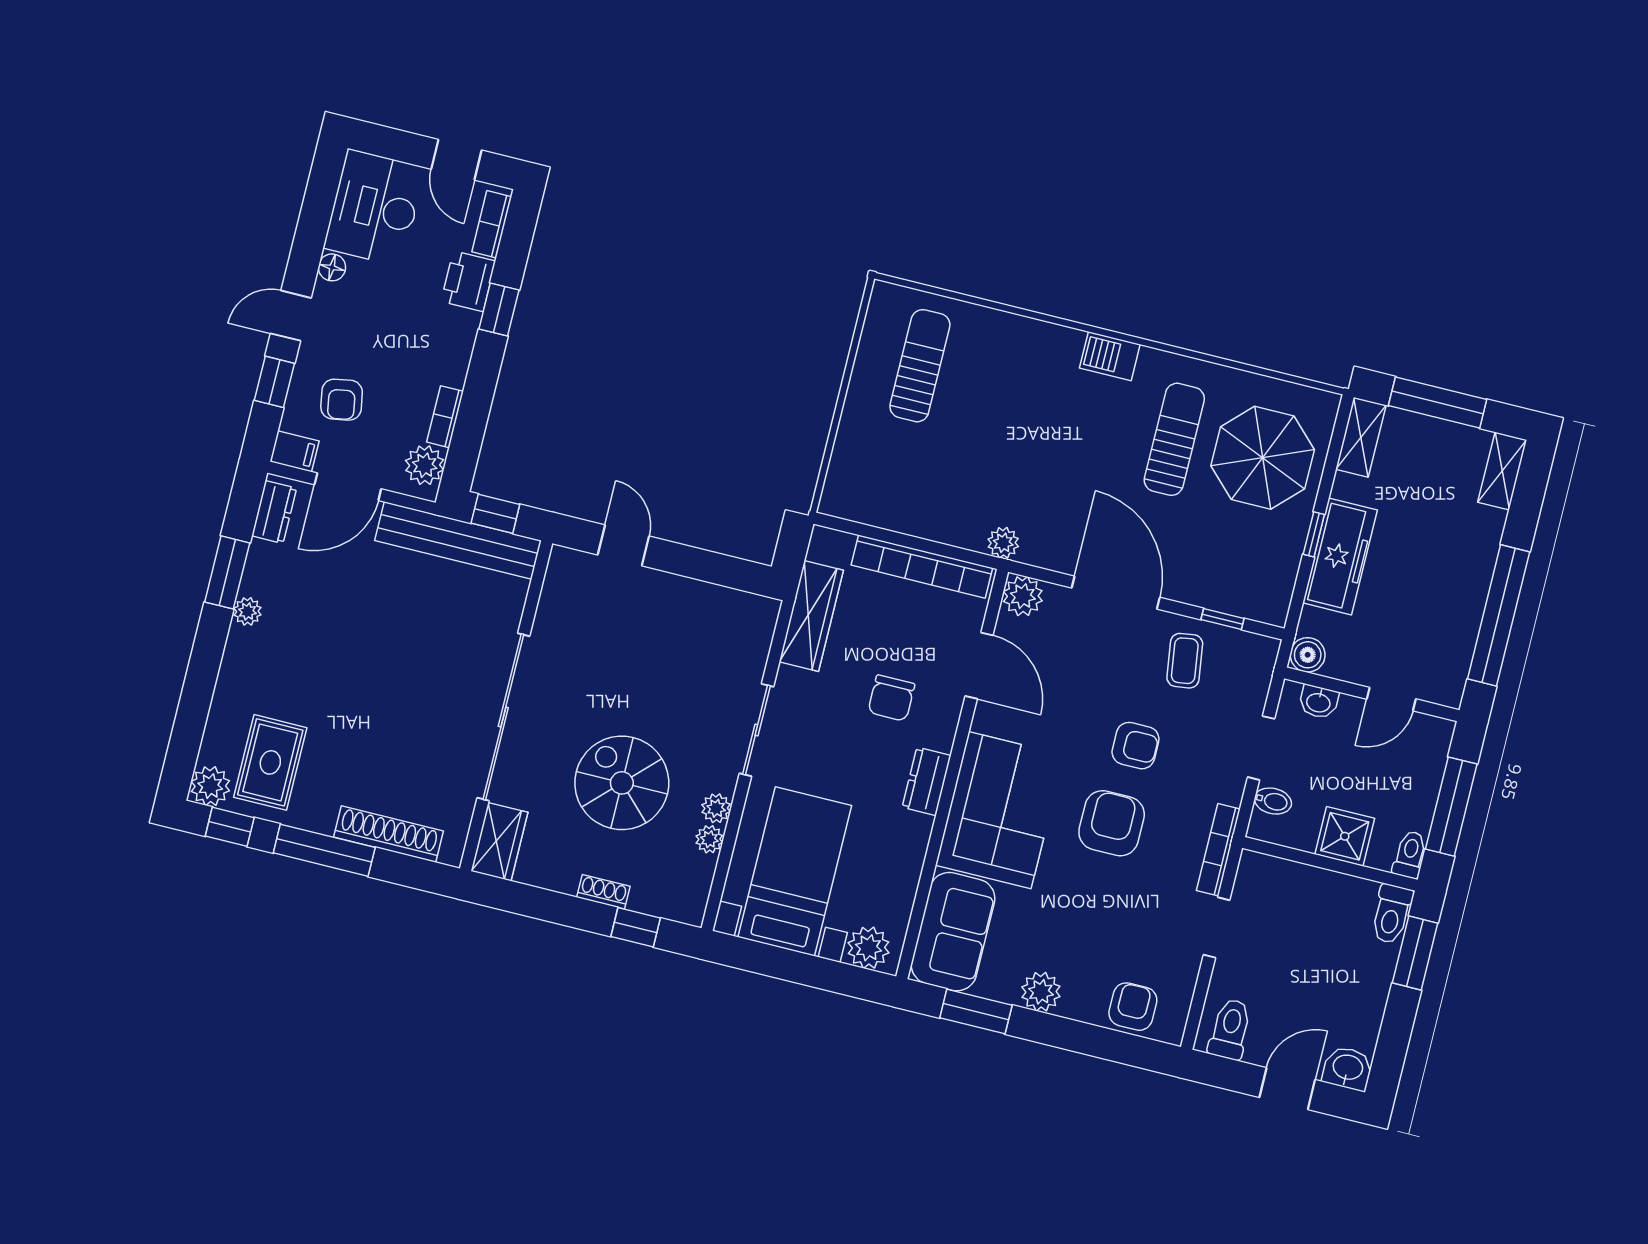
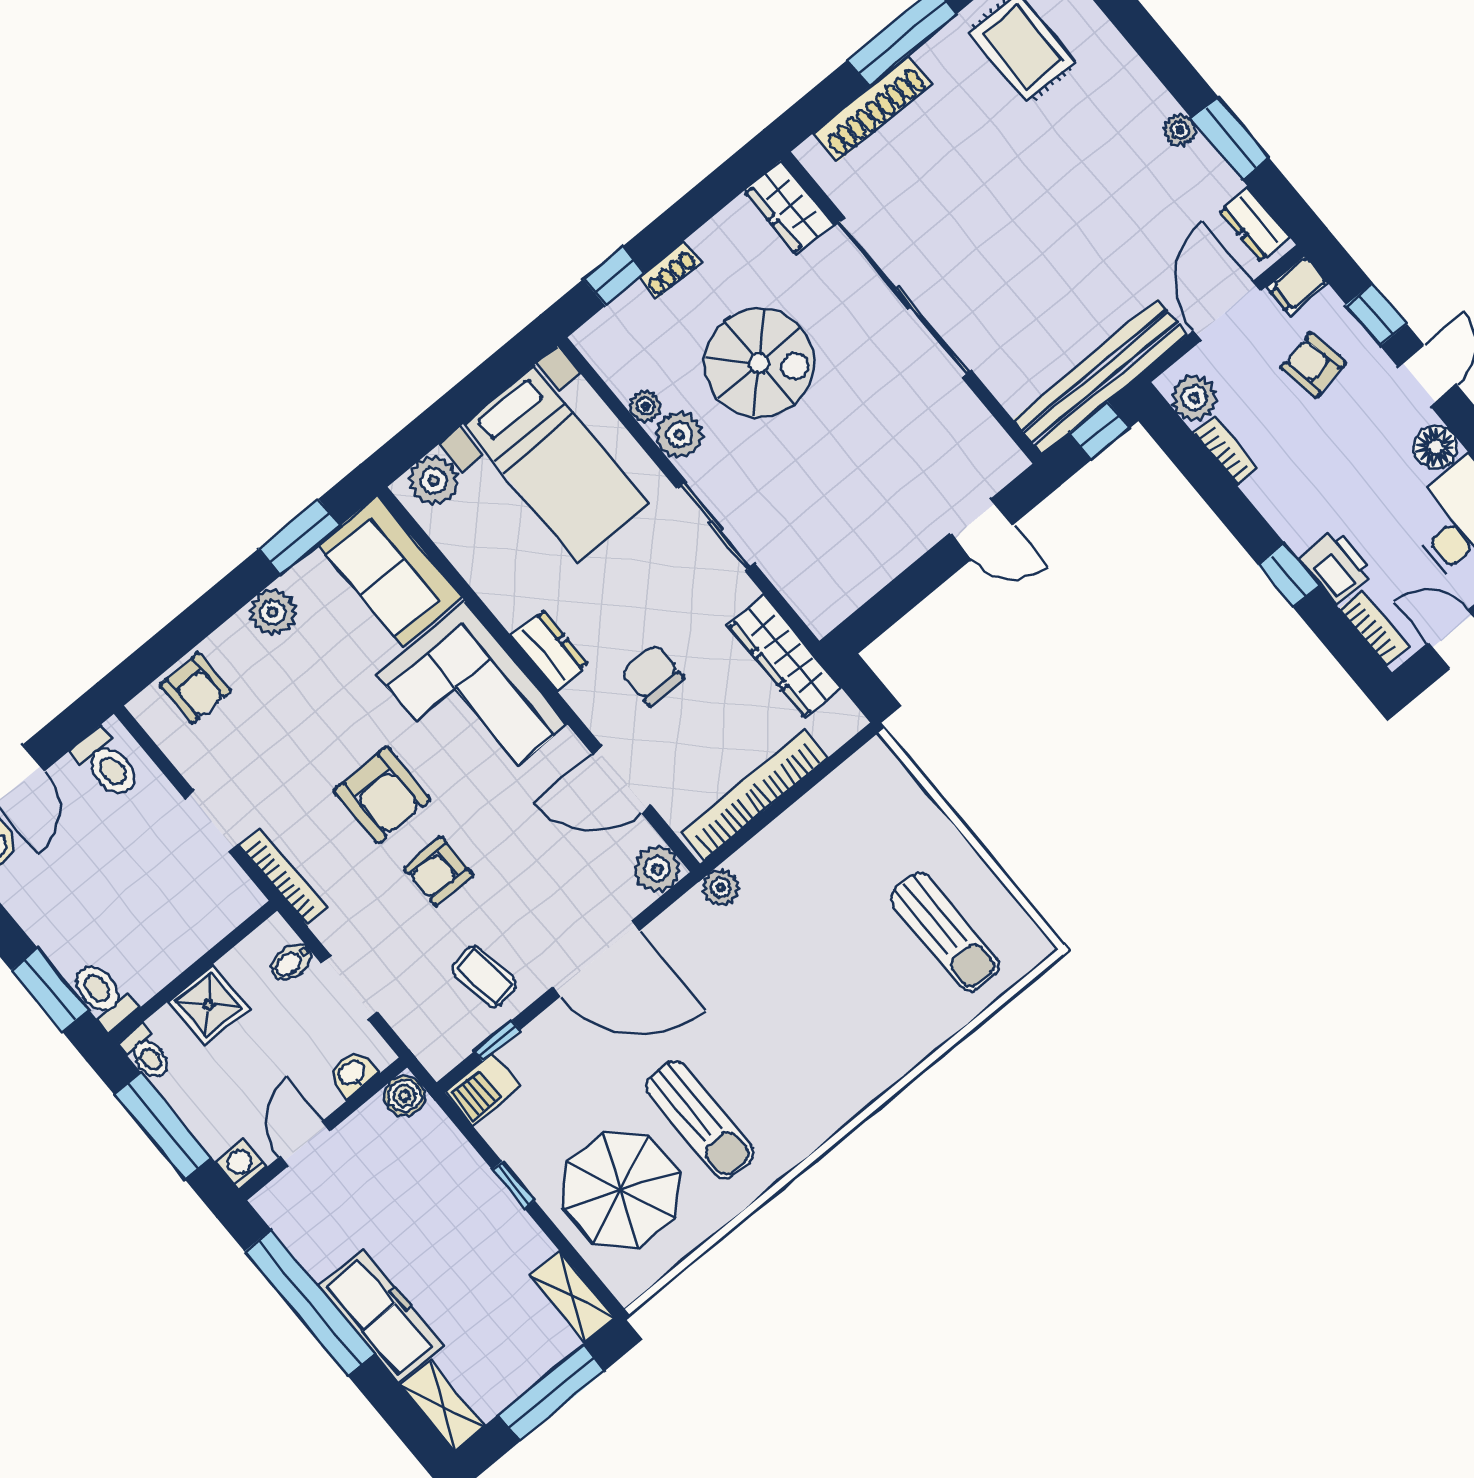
floor lamp: (332, 267) -> (1436, 447), width x1.37, depth x1.37
barbecue: (1110, 356) -> (483, 1090), moved, turned 180
freezer: (1340, 556) -> (381, 1315), moved, turned 180
washing machine: (1438, 733) -> (241, 1164), added
plant: (716, 808) -> (679, 435), width x1.38, depth x1.38

